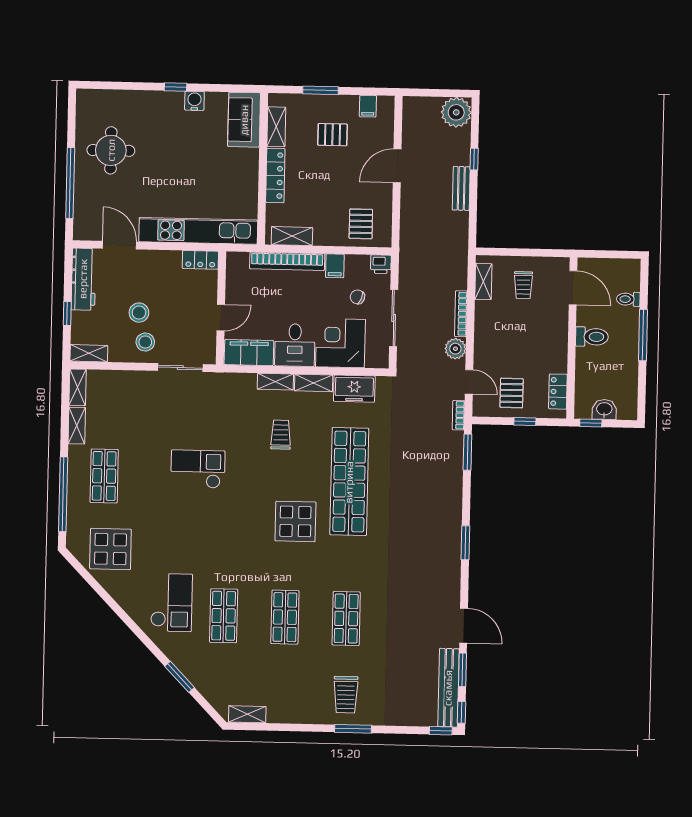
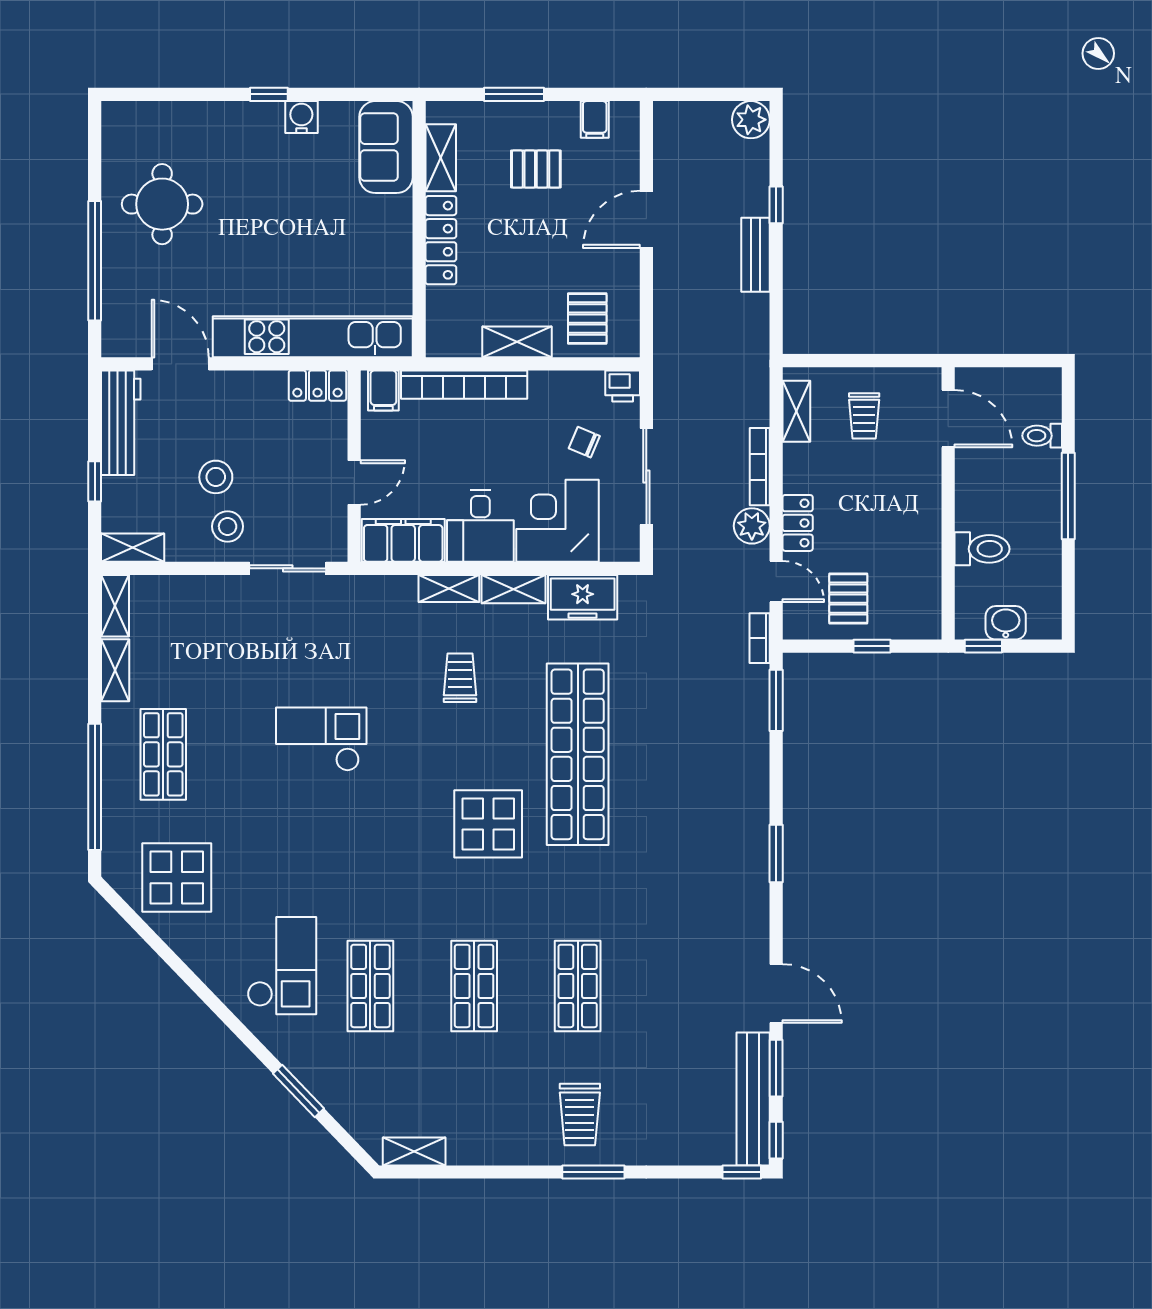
plant: (456, 112) -> (751, 120), width x0.73, depth x0.73
shelving: (292, 236) -> (517, 342), moved
filing cabinet: (335, 266) -> (383, 391), moved
toilet: (592, 337) -> (982, 549), moved
locker: (558, 392) -> (798, 523), moved, turned 180

